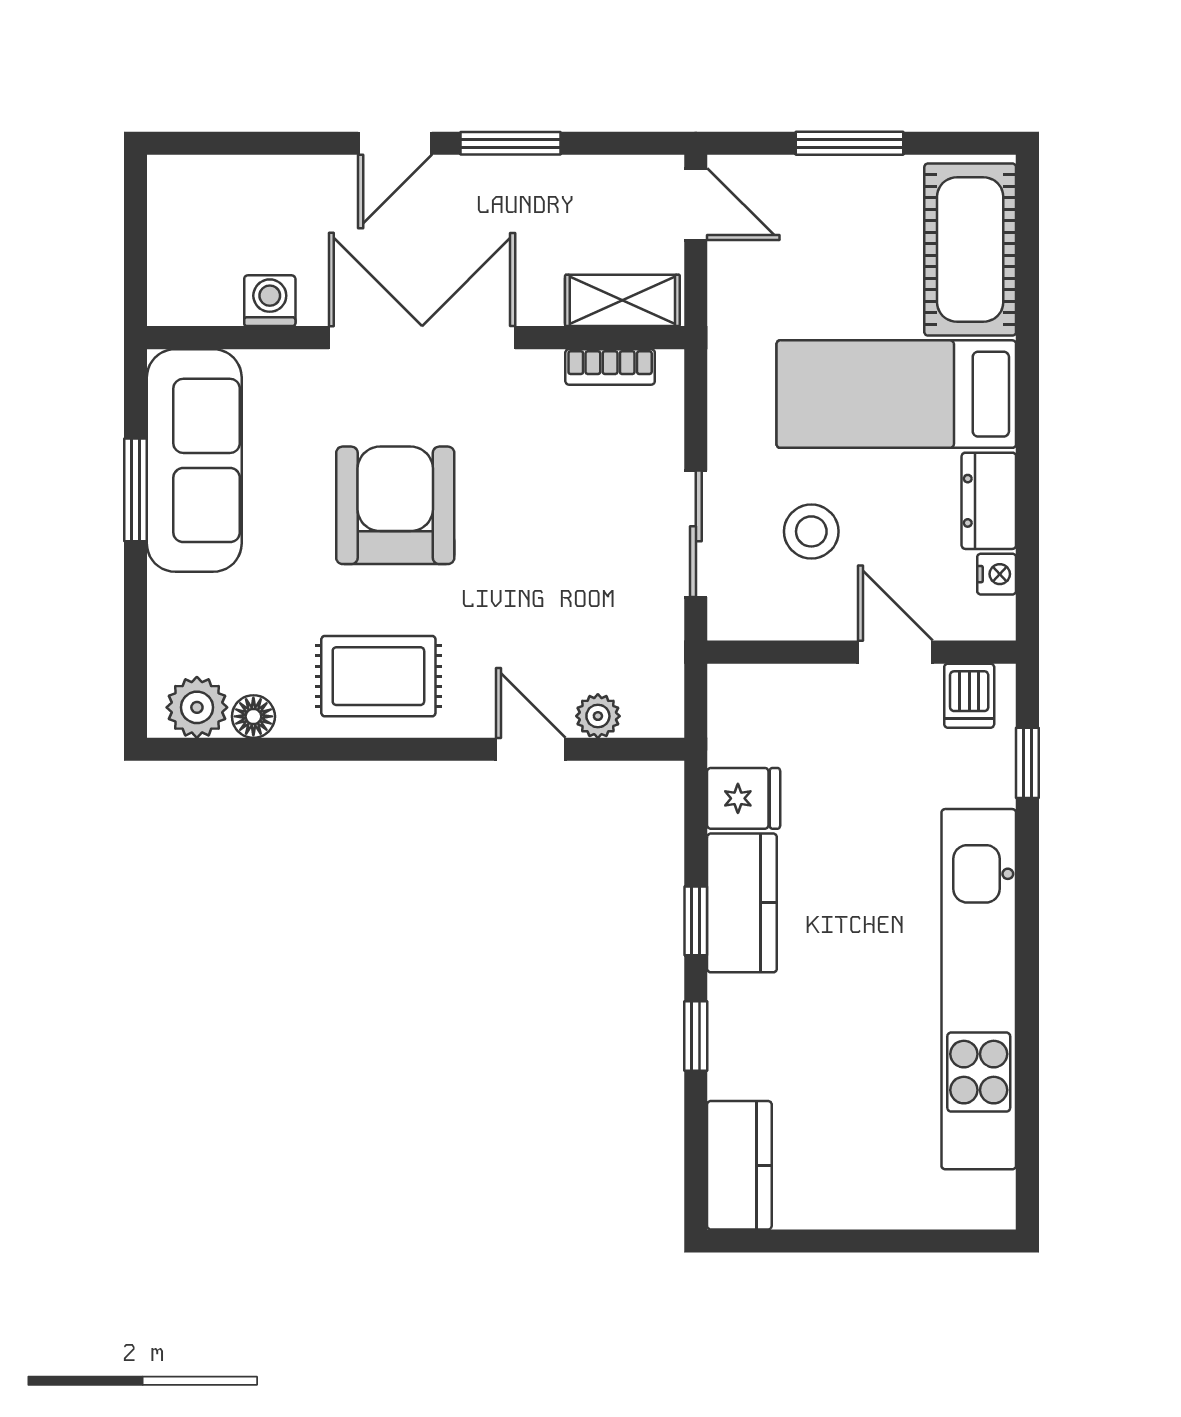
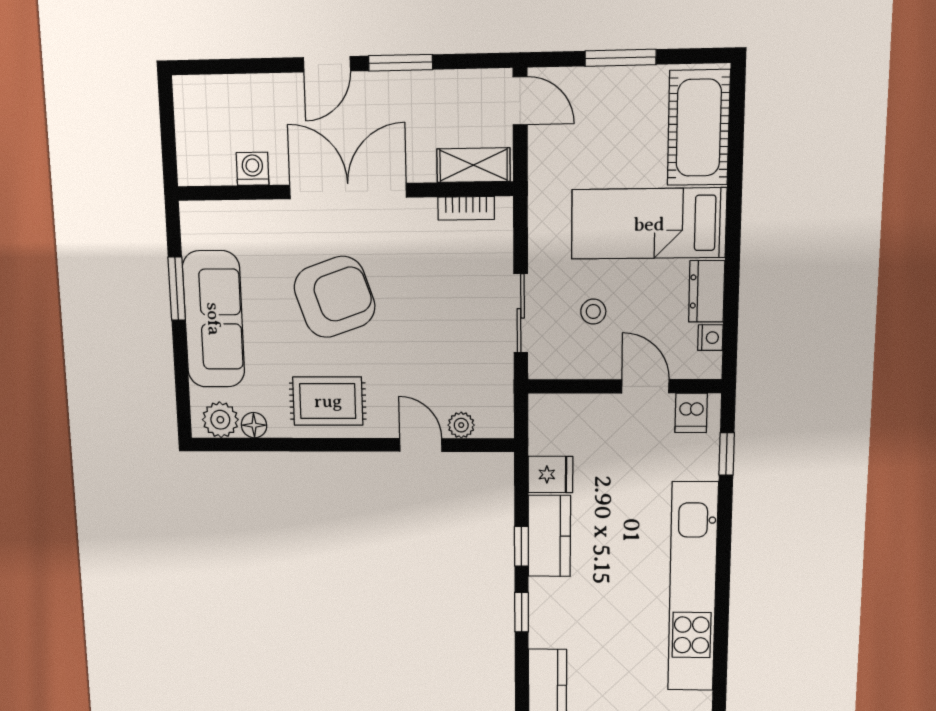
sofa: (194, 460) -> (214, 319), moved
armchair: (395, 505) -> (335, 297), turned 71
stool: (811, 531) -> (593, 312), width x0.73, depth x0.73

